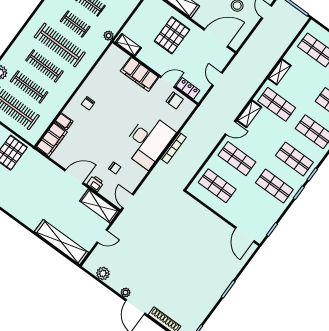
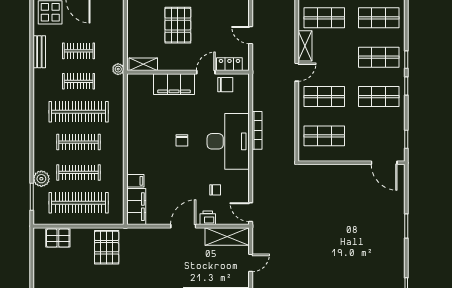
chair: (88, 103) -> (182, 140), moved

